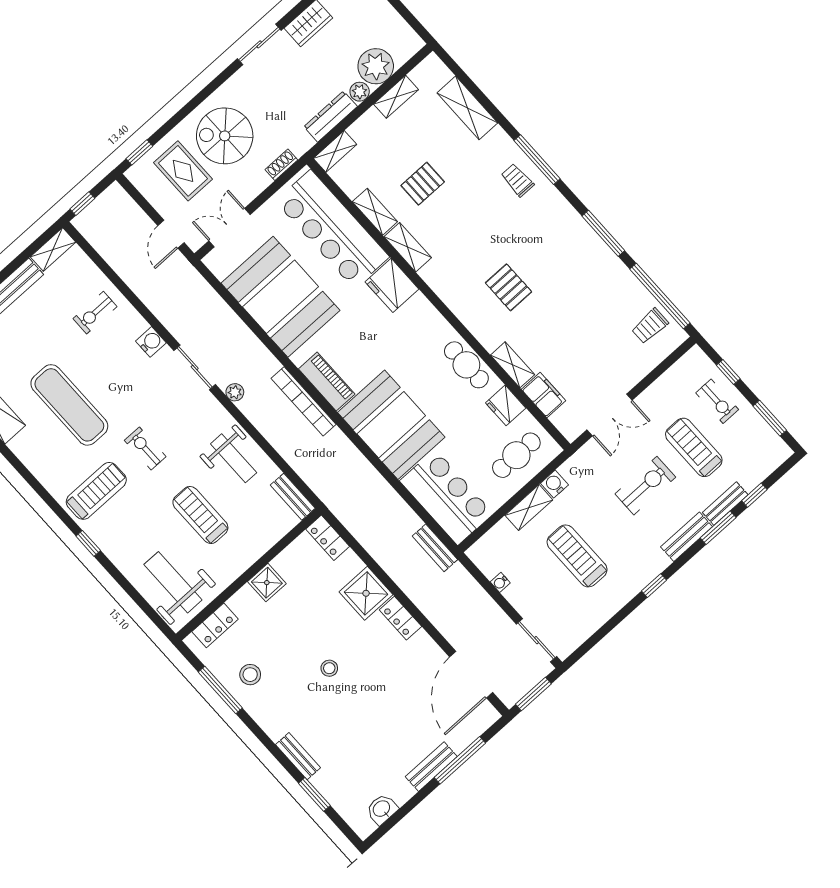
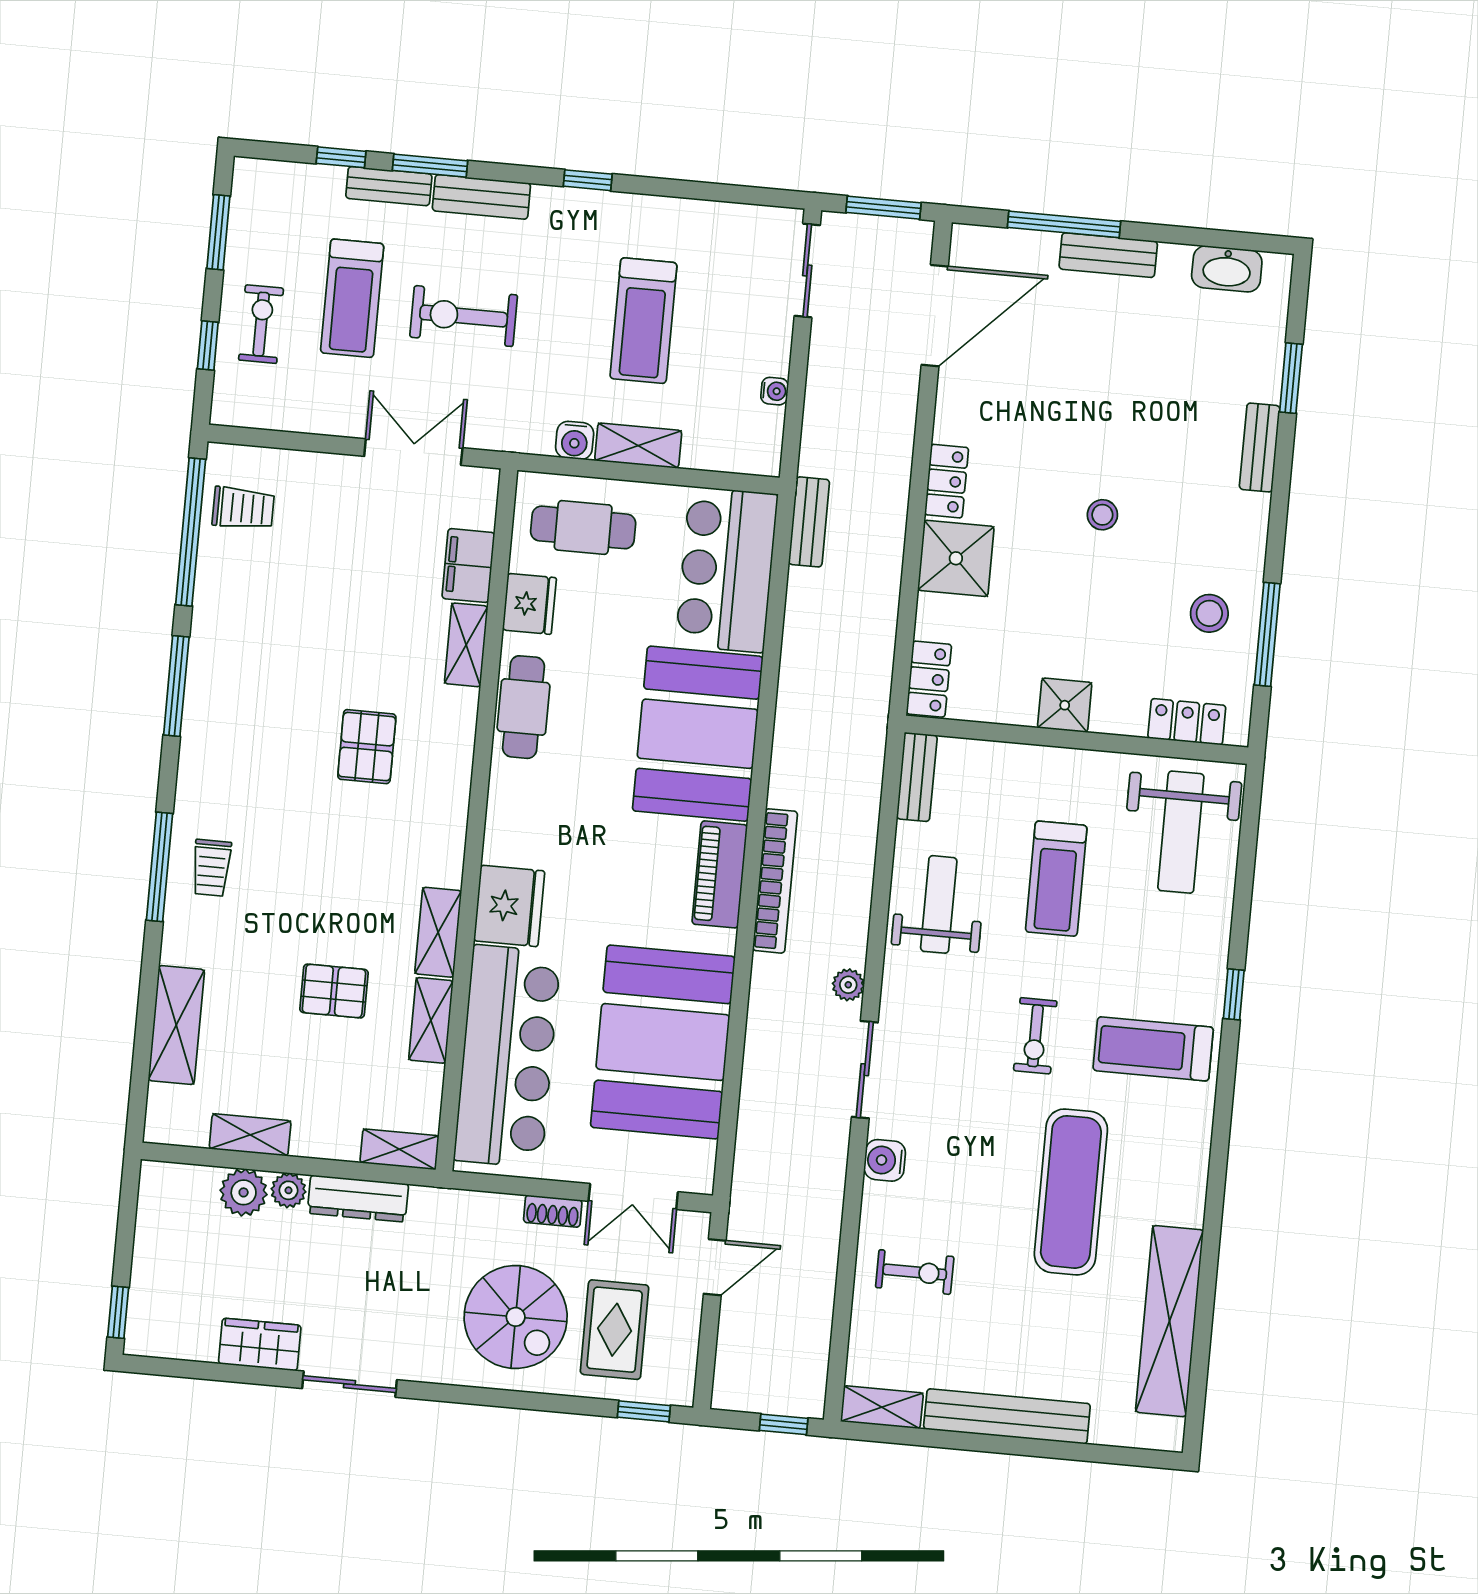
plant: (376, 66) -> (244, 1192), width x0.73, depth x0.73
shoe rack: (281, 165) -> (553, 1211), moved
washbasin: (382, 809) -> (1227, 269), width x1.38

